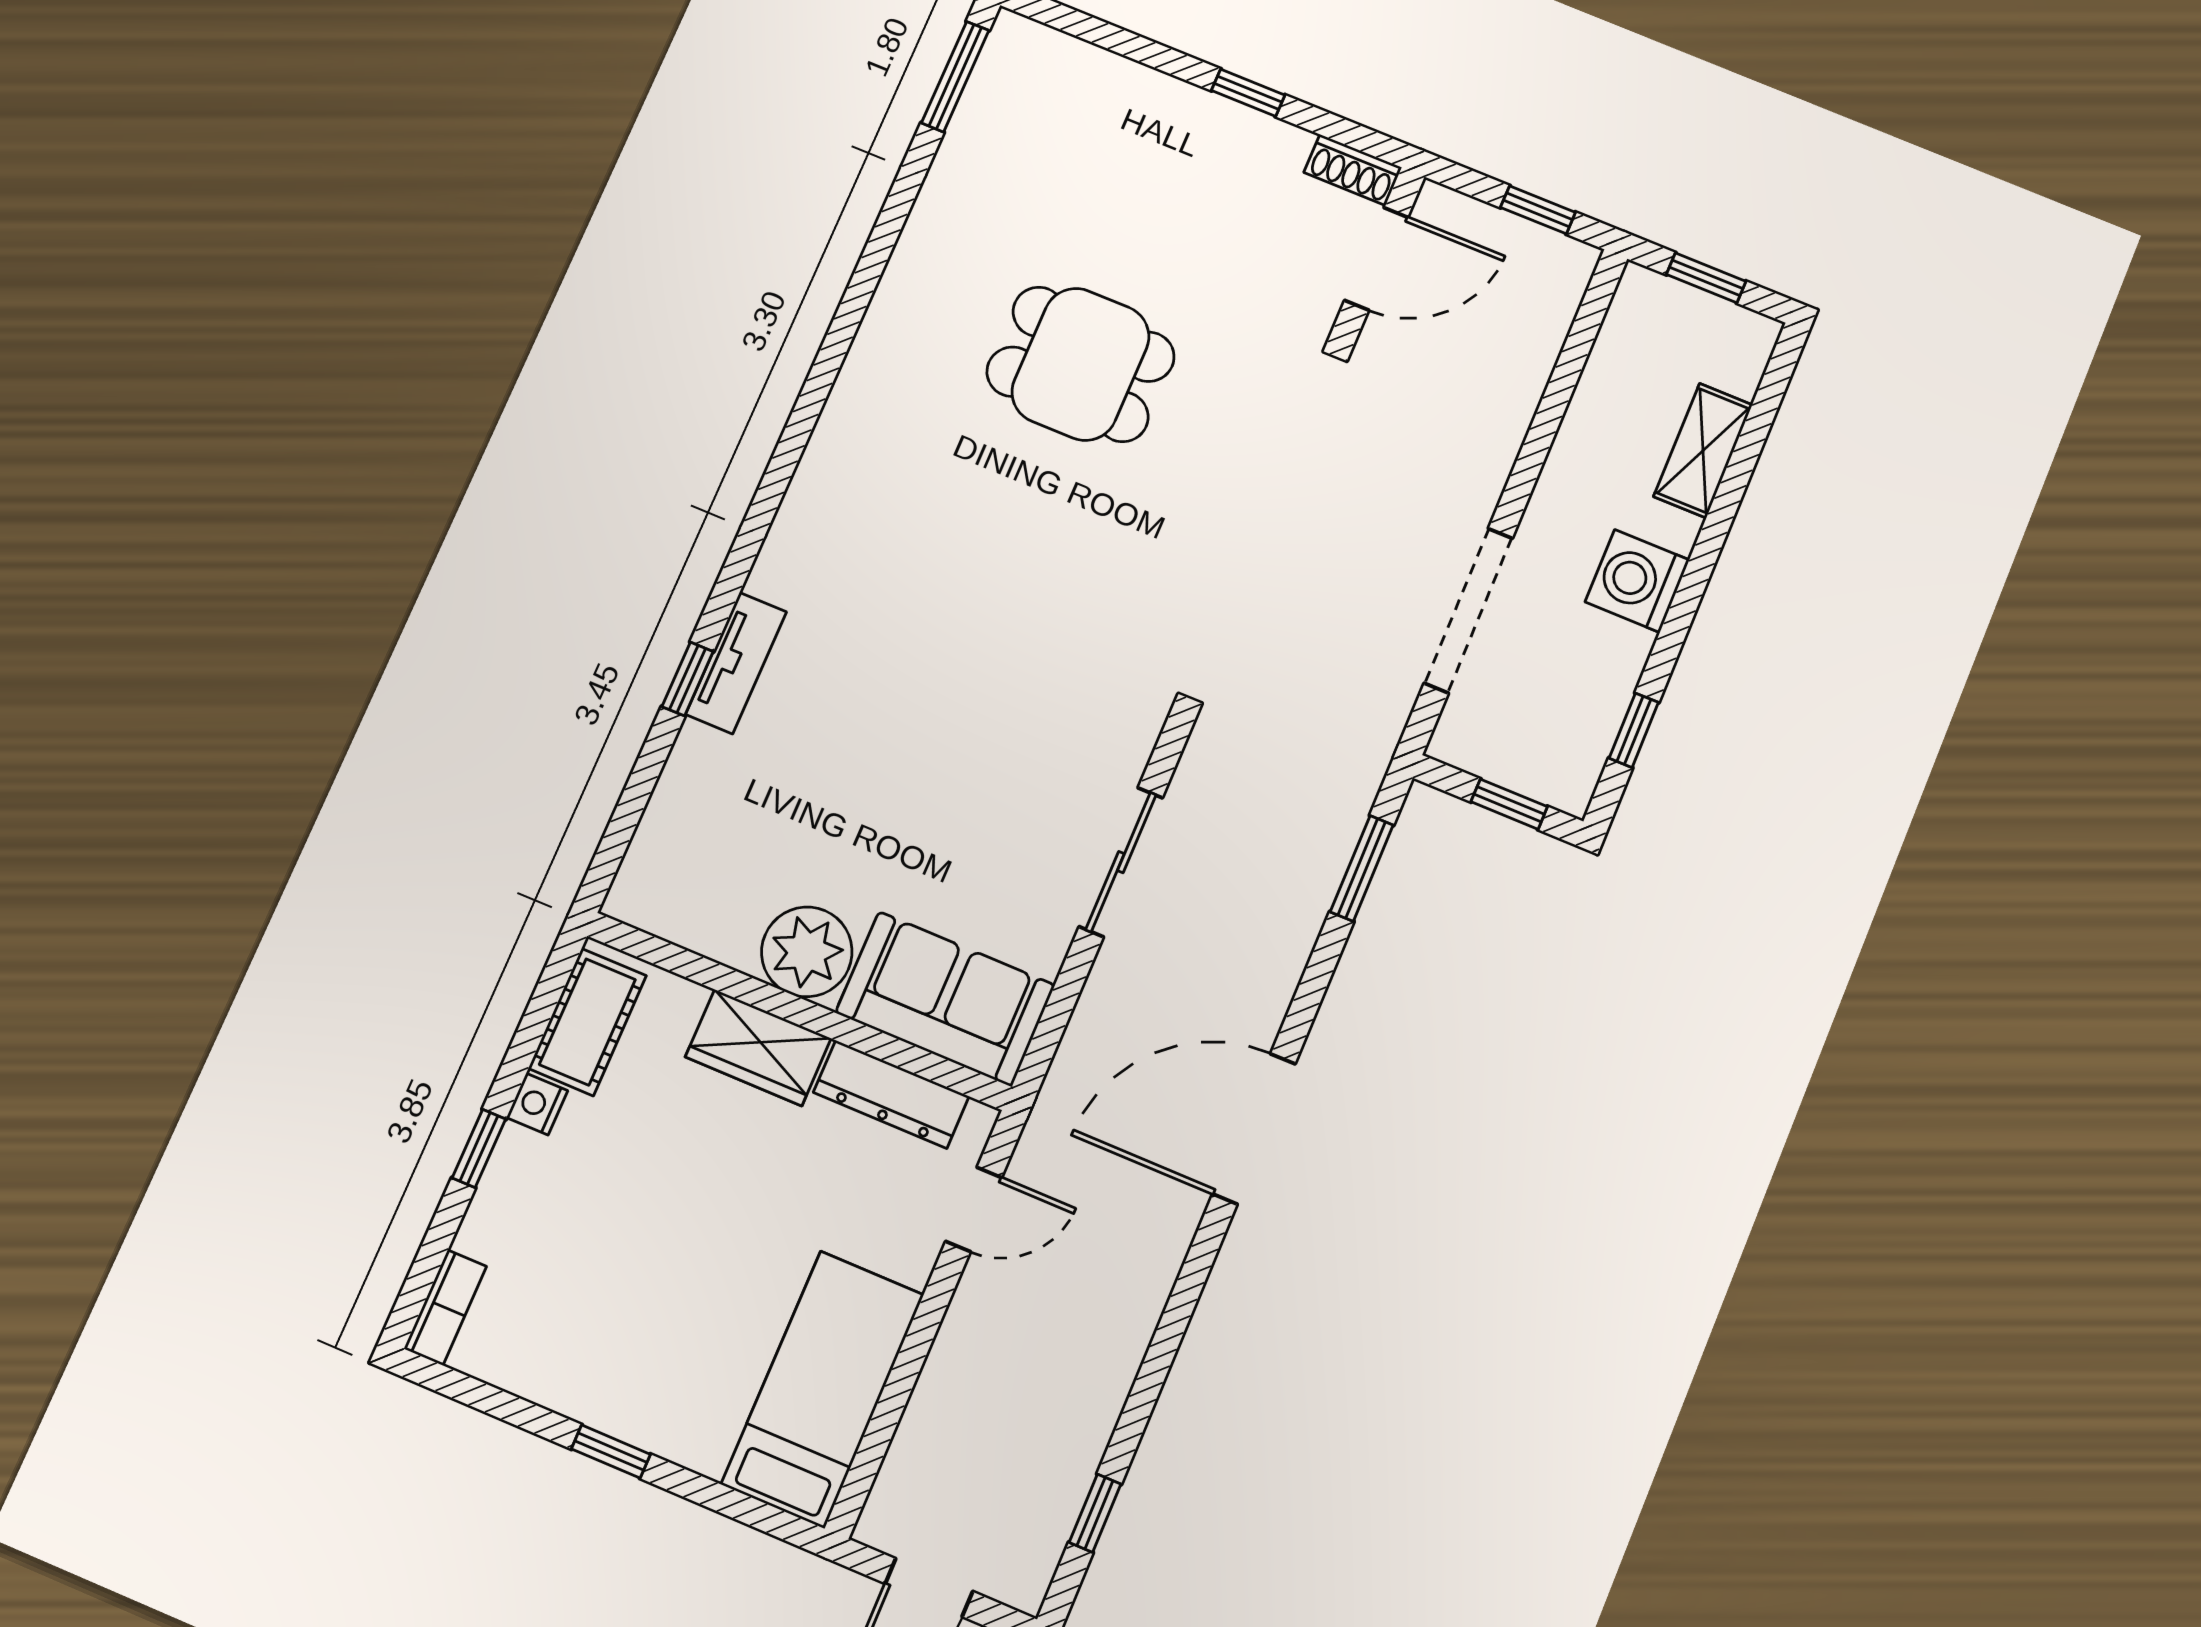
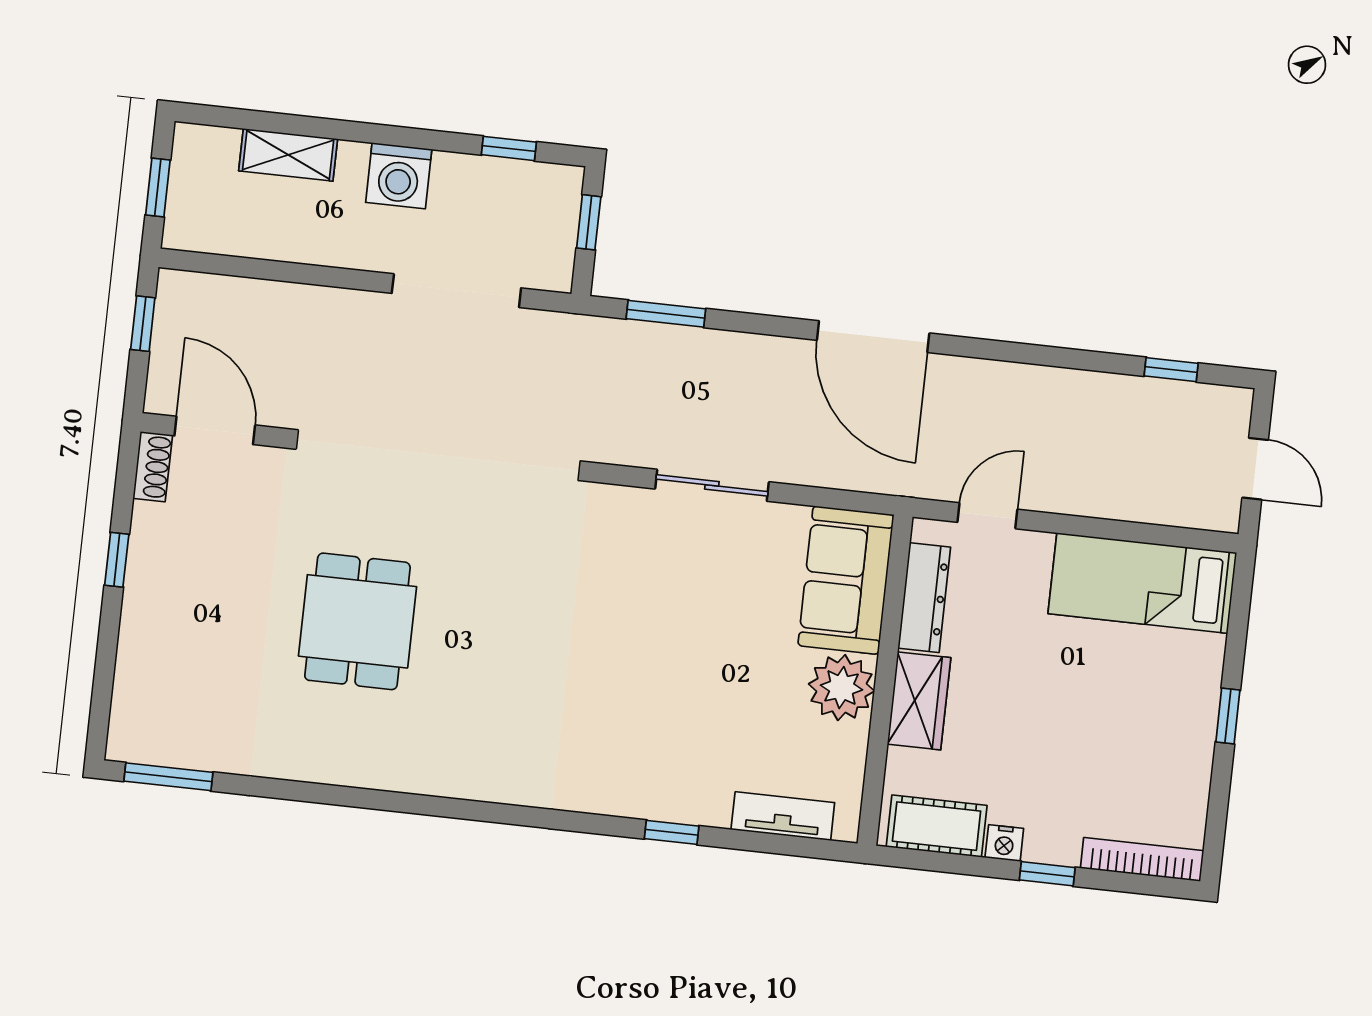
tv unit: (736, 663) -> (783, 816), moved
door: (974, 1209) -> (987, 516), hinge flipped
bookcase: (445, 1308) -> (1142, 859), width x1.56

